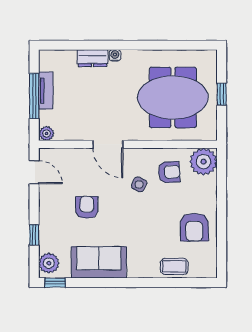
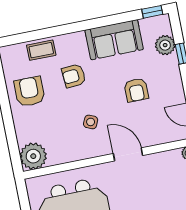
armchair: (169, 172) -> (74, 76), moved
plant: (49, 263) -> (165, 45), moved

